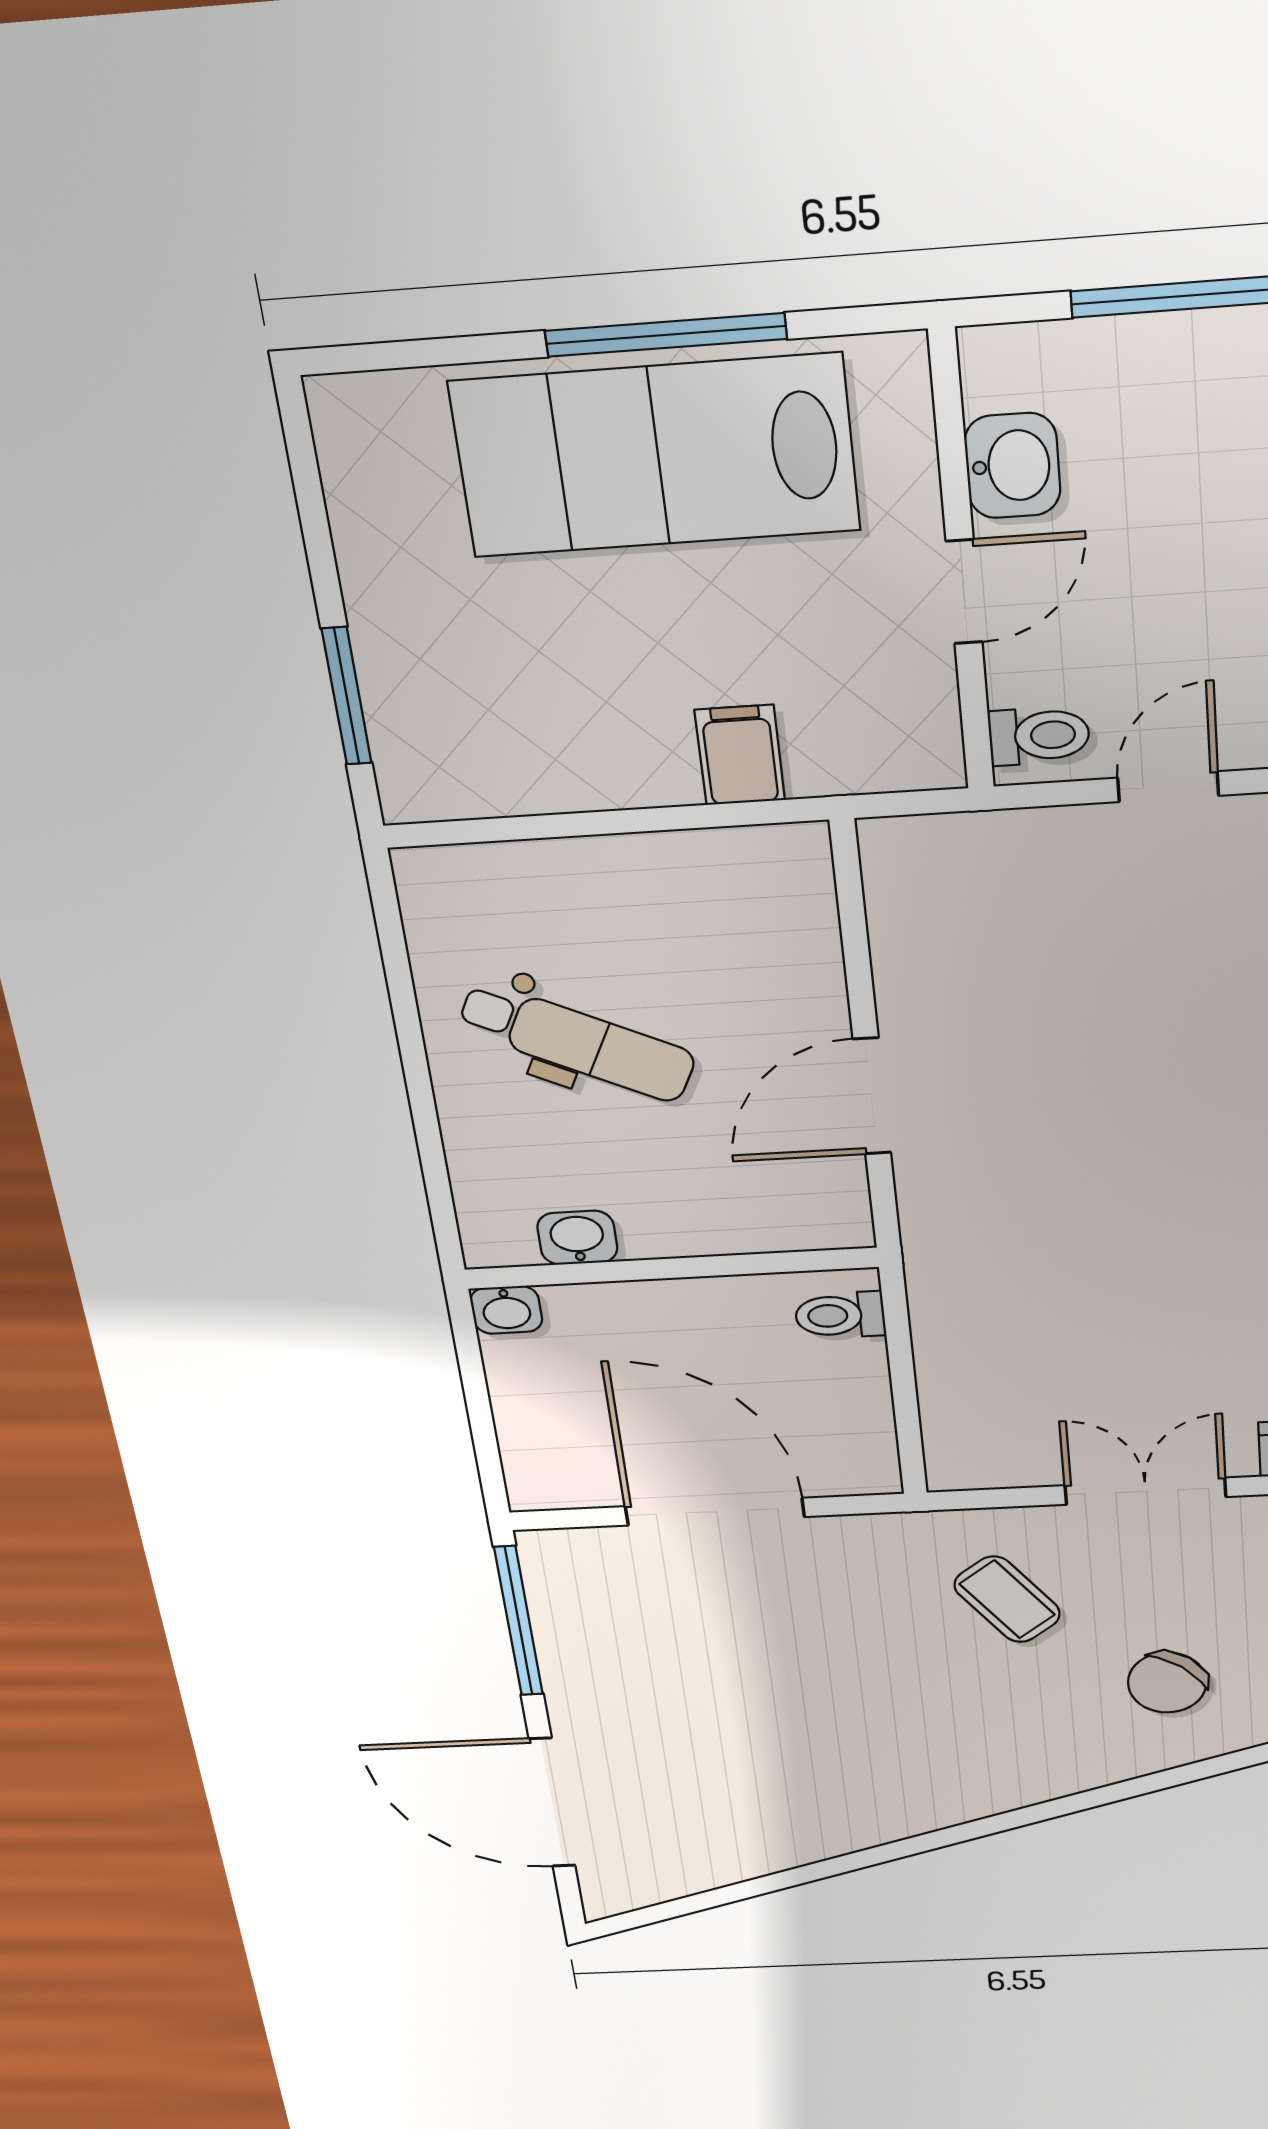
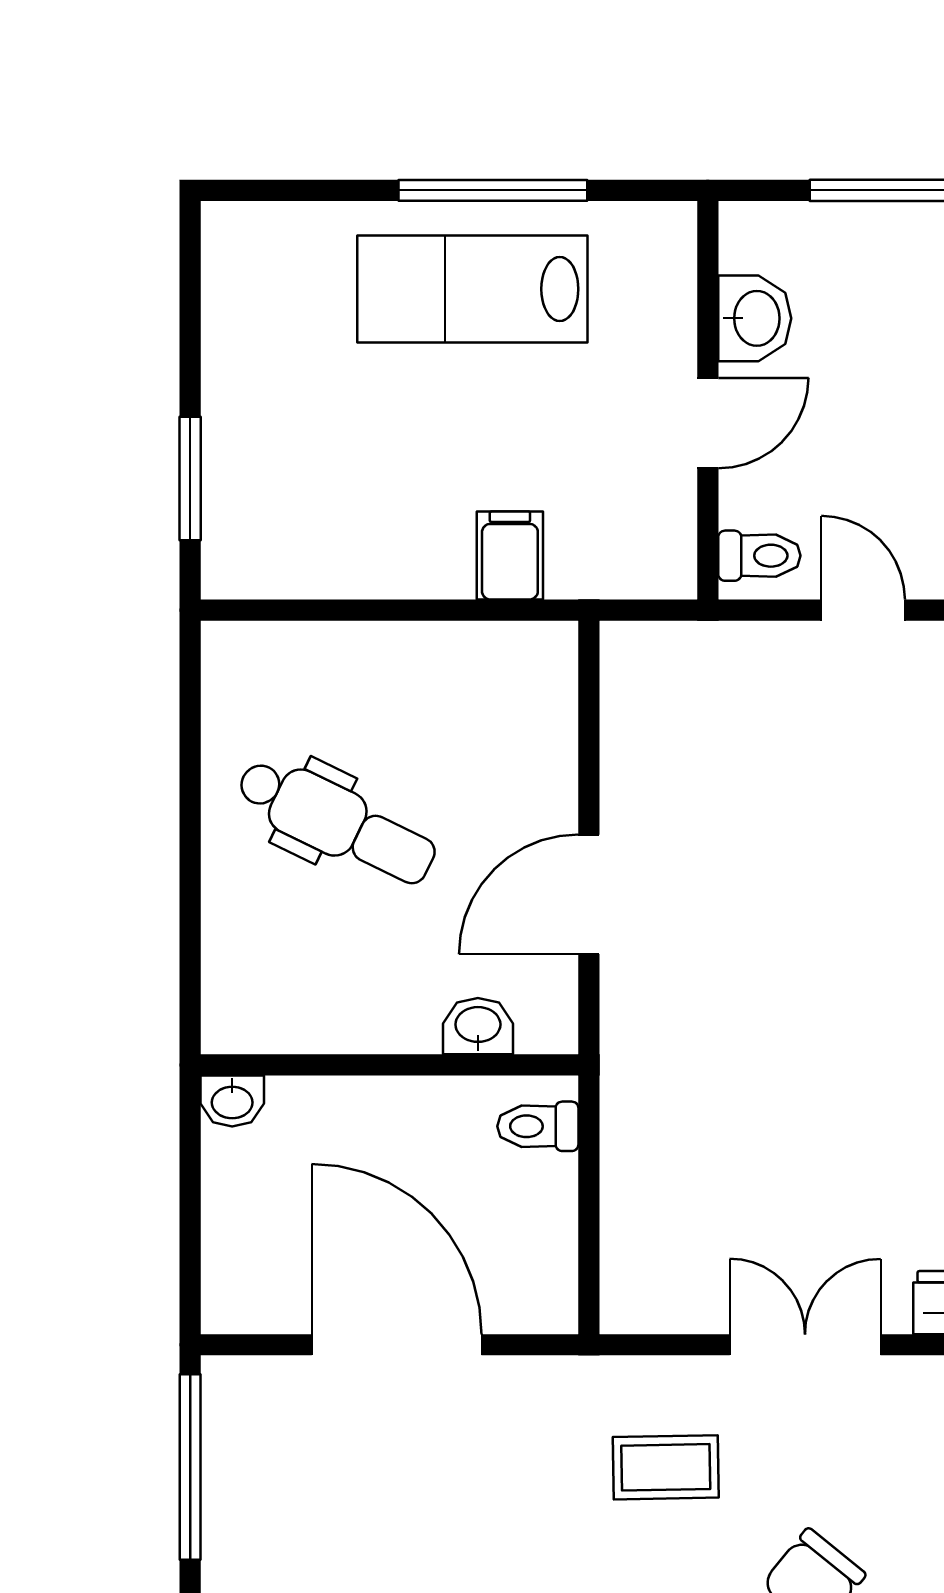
lab bench: (656, 456) -> (472, 289), width x0.73, depth x0.72
door: (1168, 787) -> (863, 610), hinge flipped
washbasin: (577, 1238) -> (478, 1026), moved
coffee table: (1007, 1599) -> (666, 1467), turned -54

